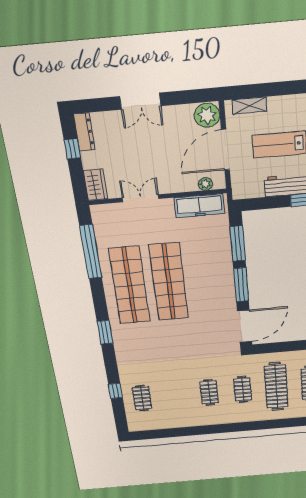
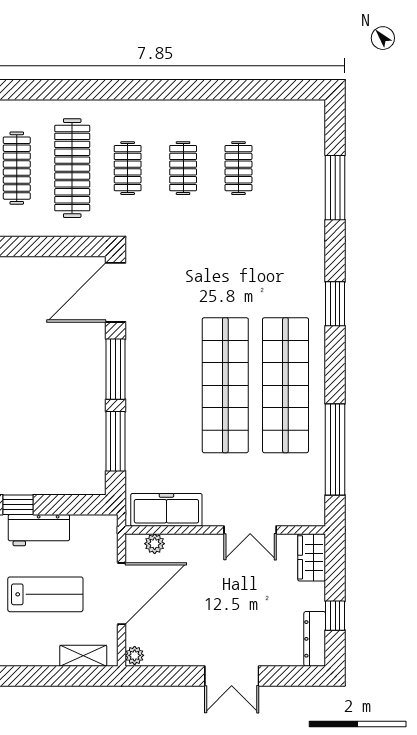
double door: (140, 101) -> (232, 676), swing flipped
plant: (207, 115) -> (135, 655), width x0.53, depth x0.53
window: (116, 391) -> (335, 188), width x2.17
clothes rail: (142, 398) -> (238, 168), moved

